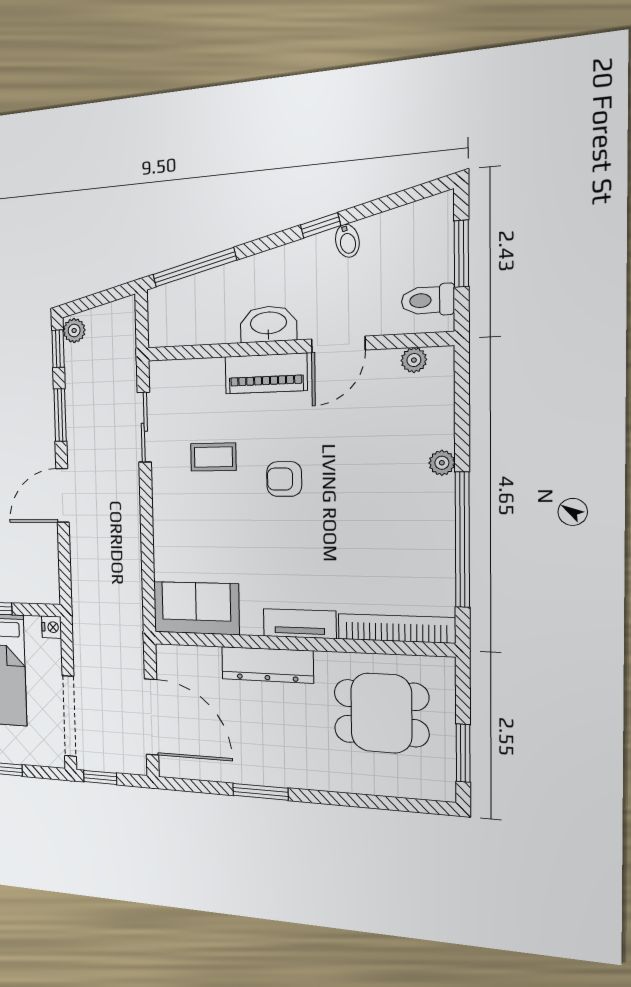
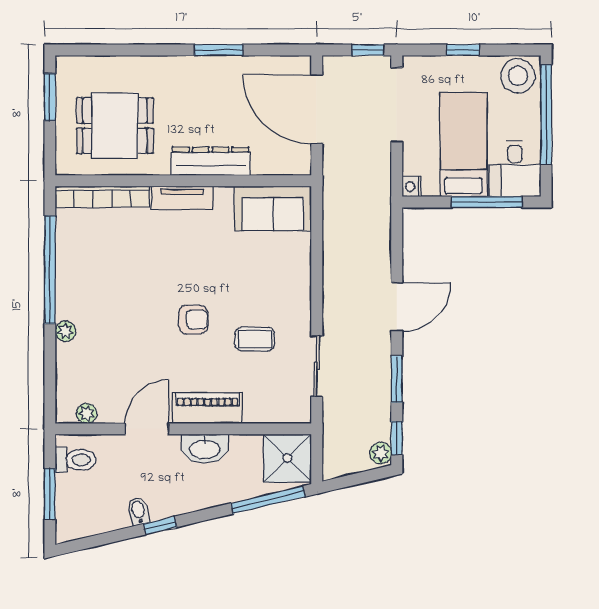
shower: (174, 318) -> (287, 458), added

